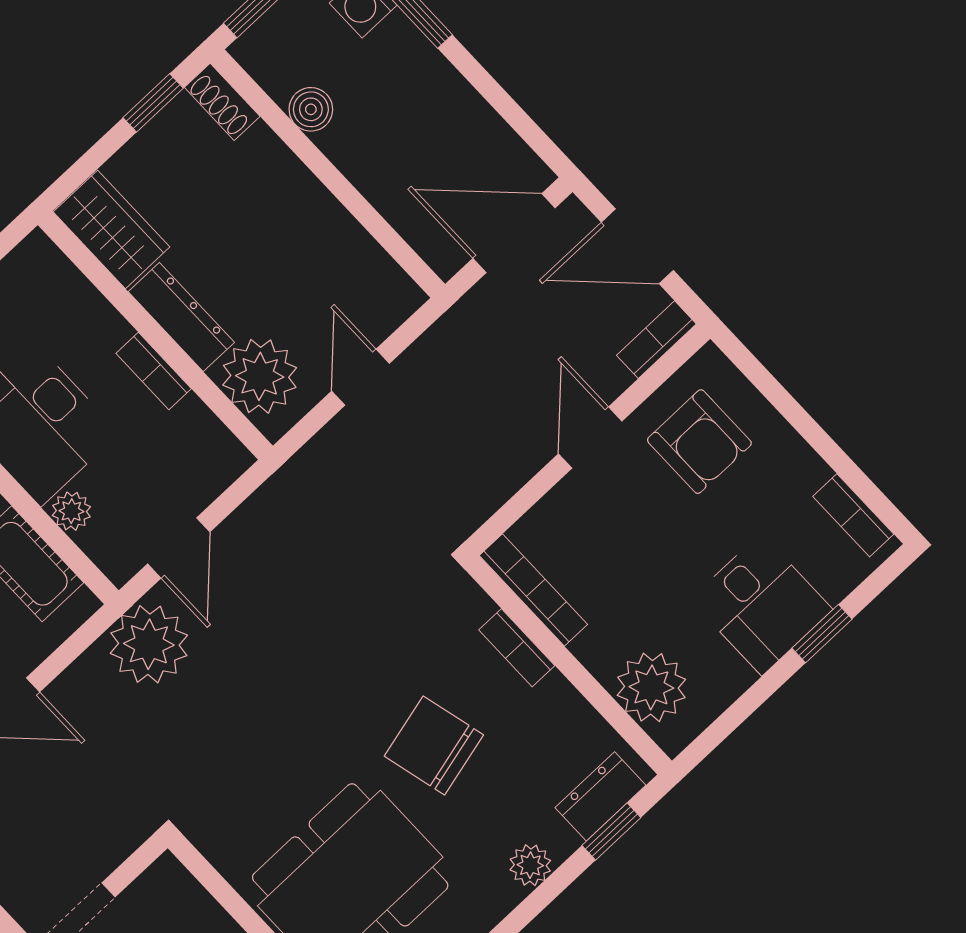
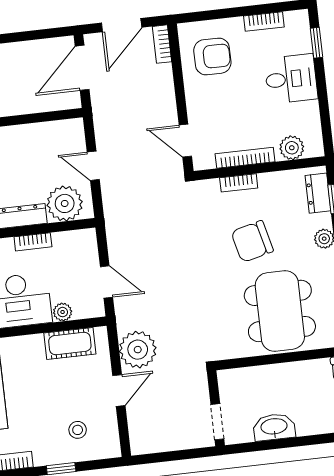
door: (590, 438) -> (185, 141), moved
bookcase: (853, 515) -> (264, 21), moved
bookcase: (533, 590) -> (245, 158), moved
window: (822, 634) -> (316, 43), moved
plant: (149, 644) -> (138, 350), moved
plant: (651, 687) -> (292, 148), width x0.73, depth x0.73

